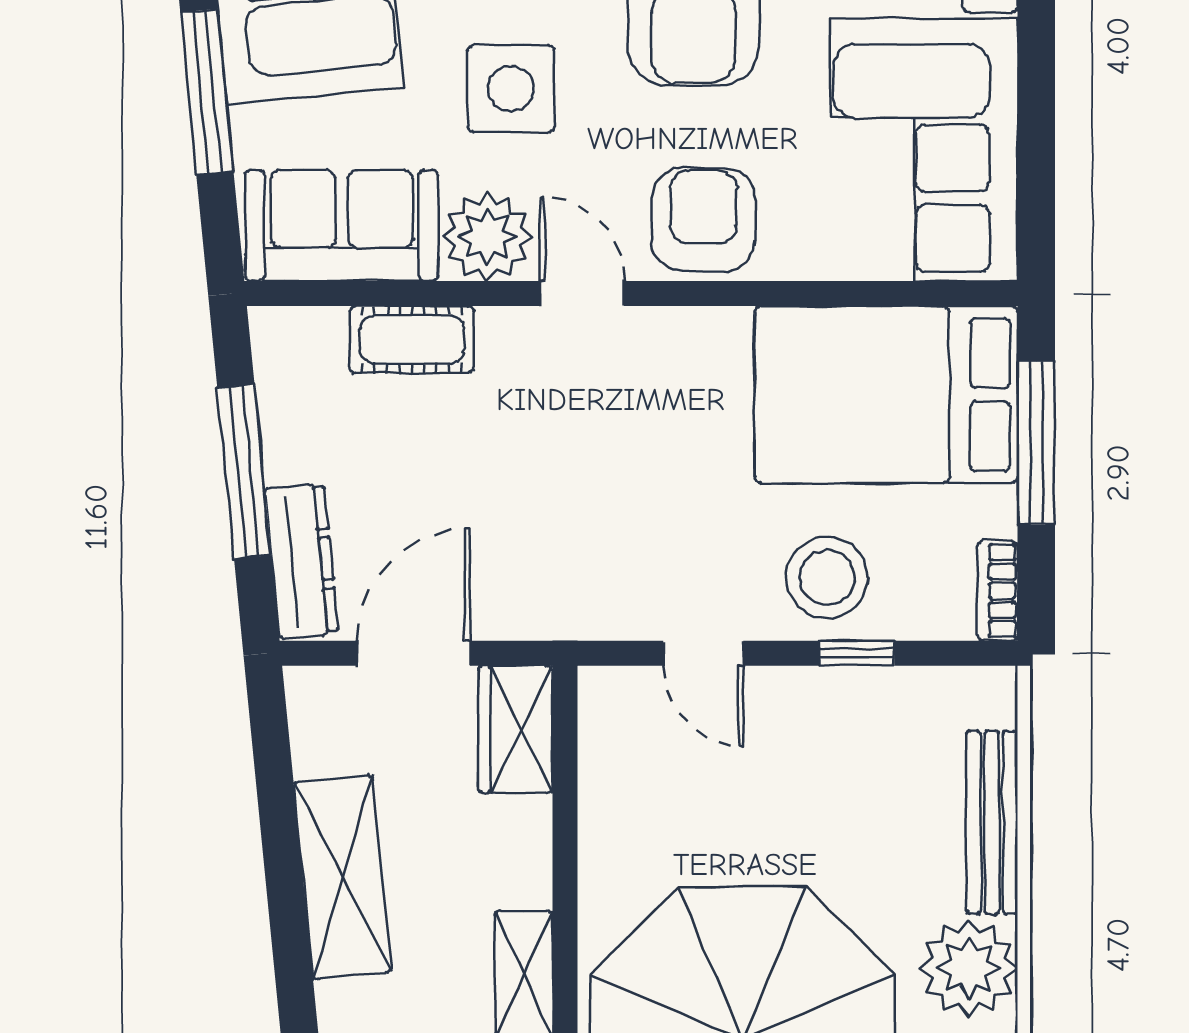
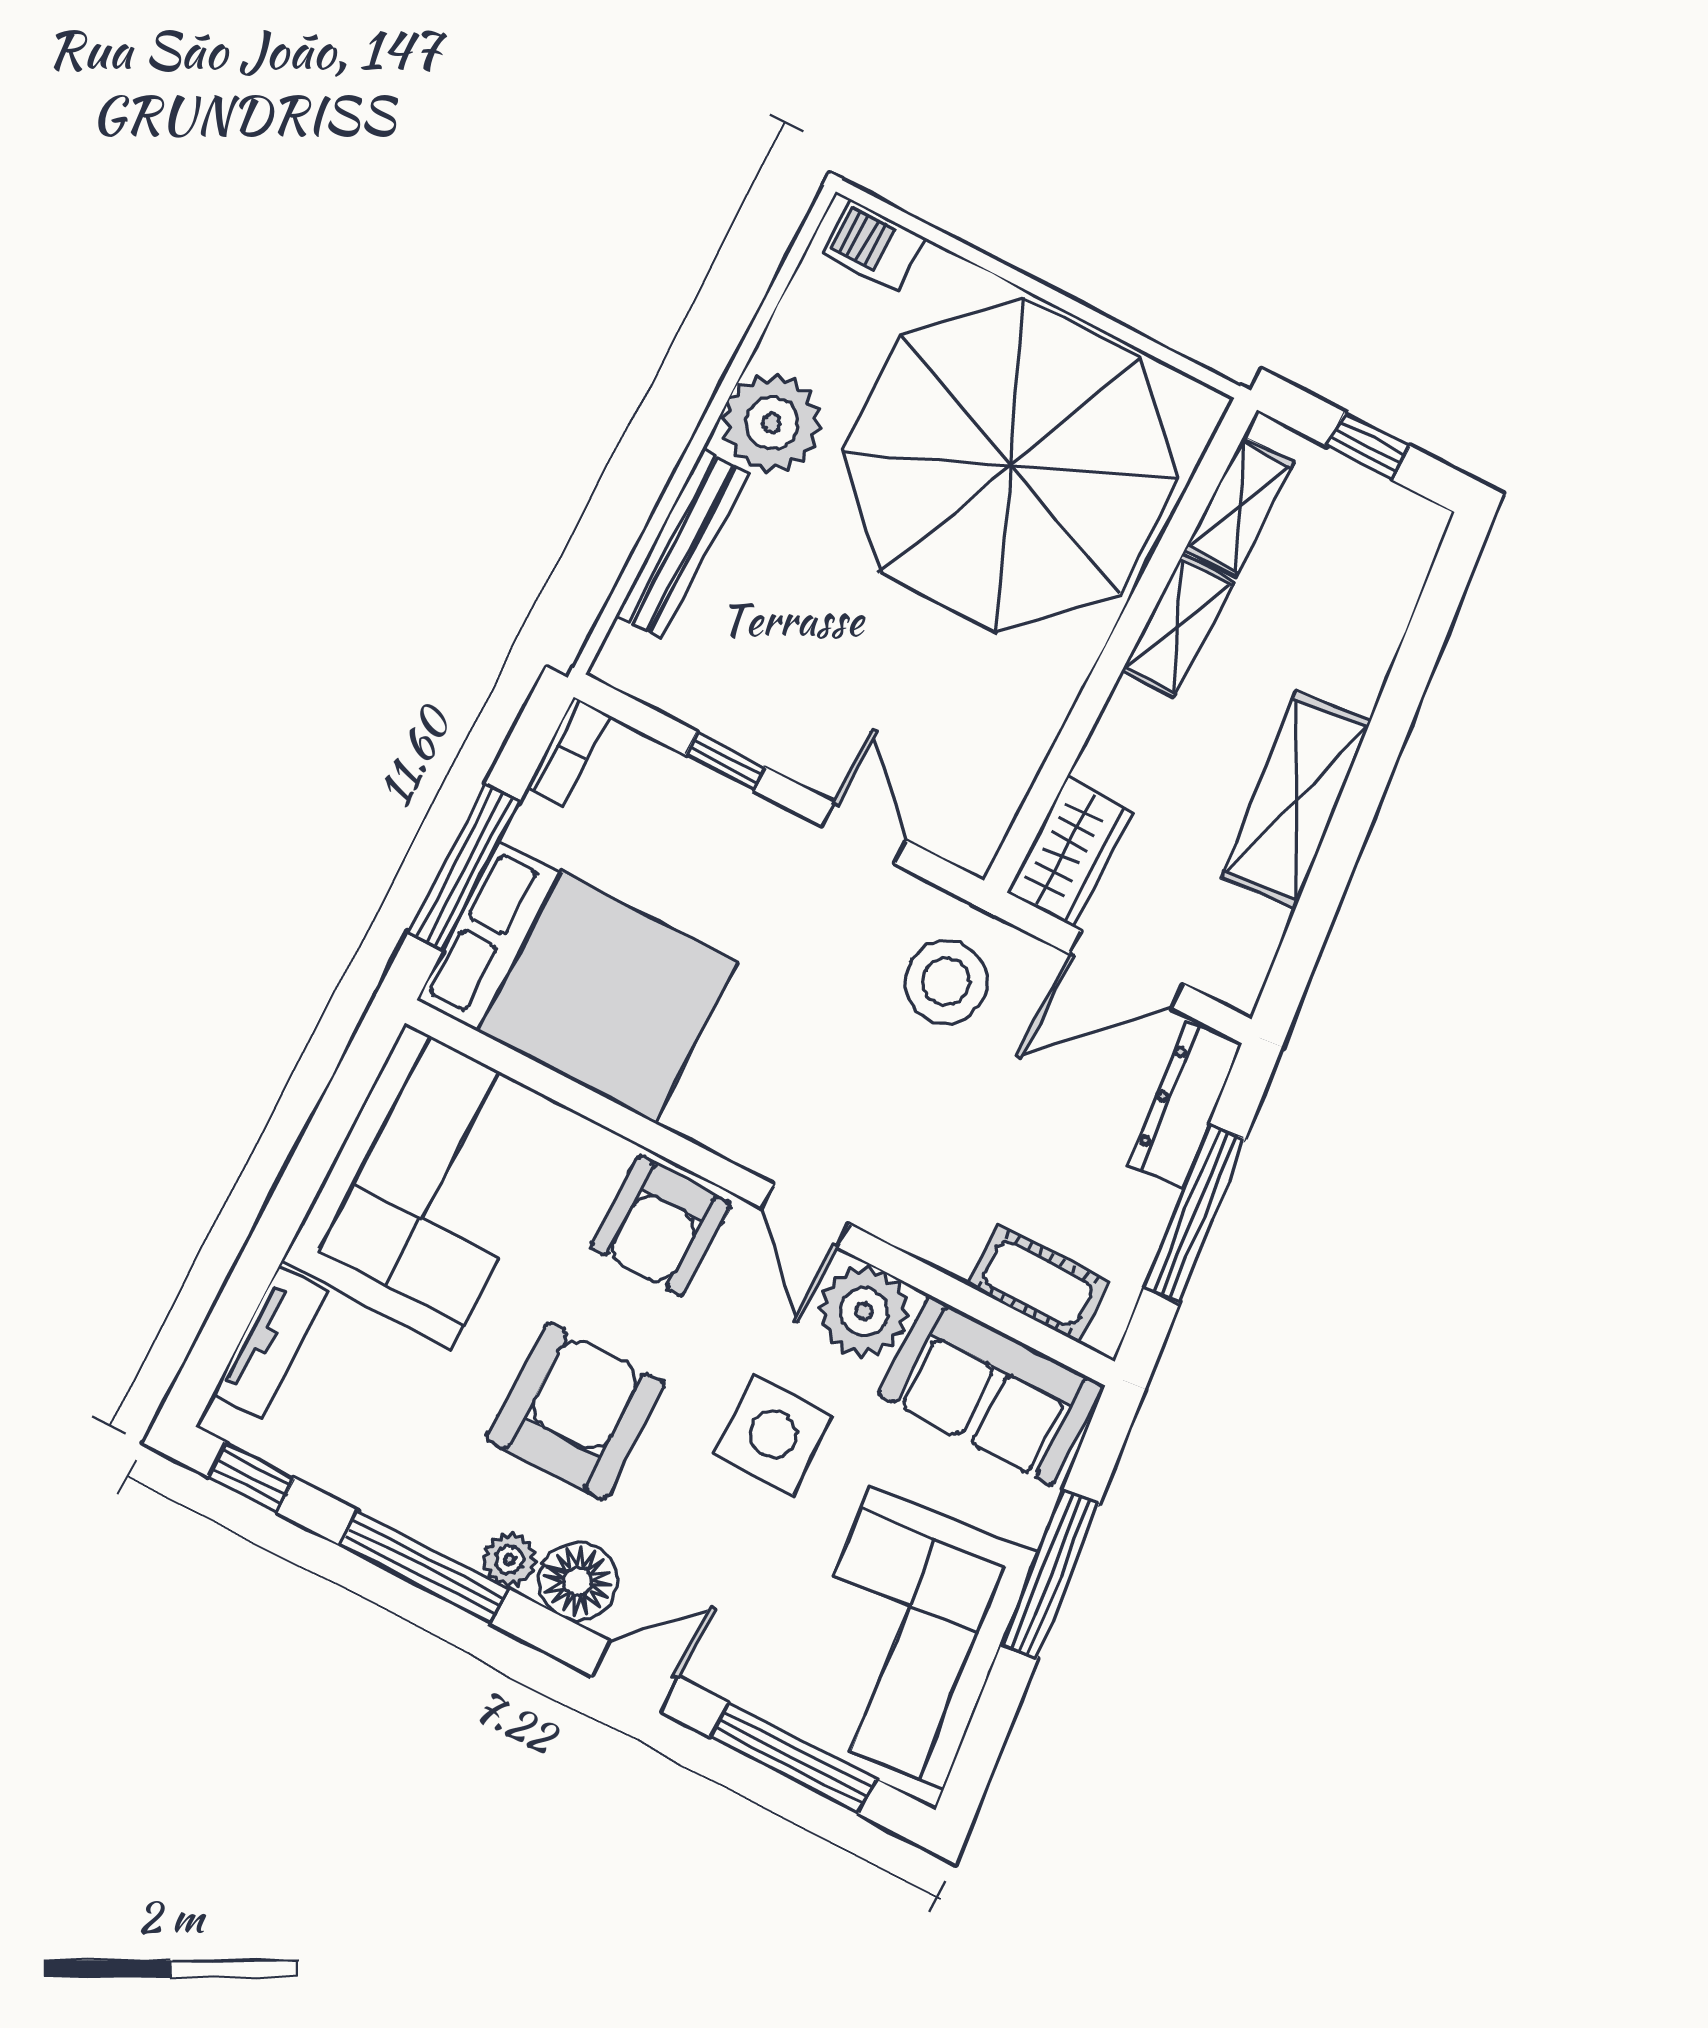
cot: (412, 340) -> (1038, 1283), moved
stool: (827, 578) -> (946, 982), moved

